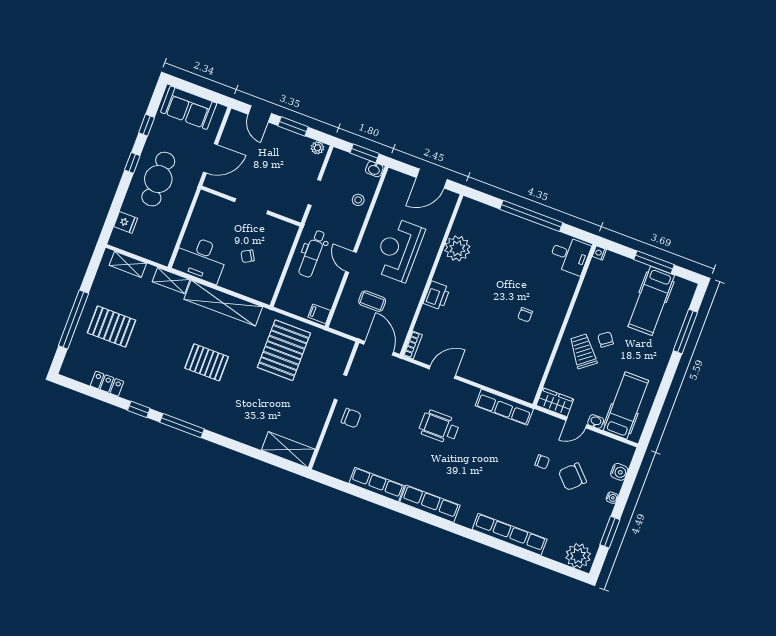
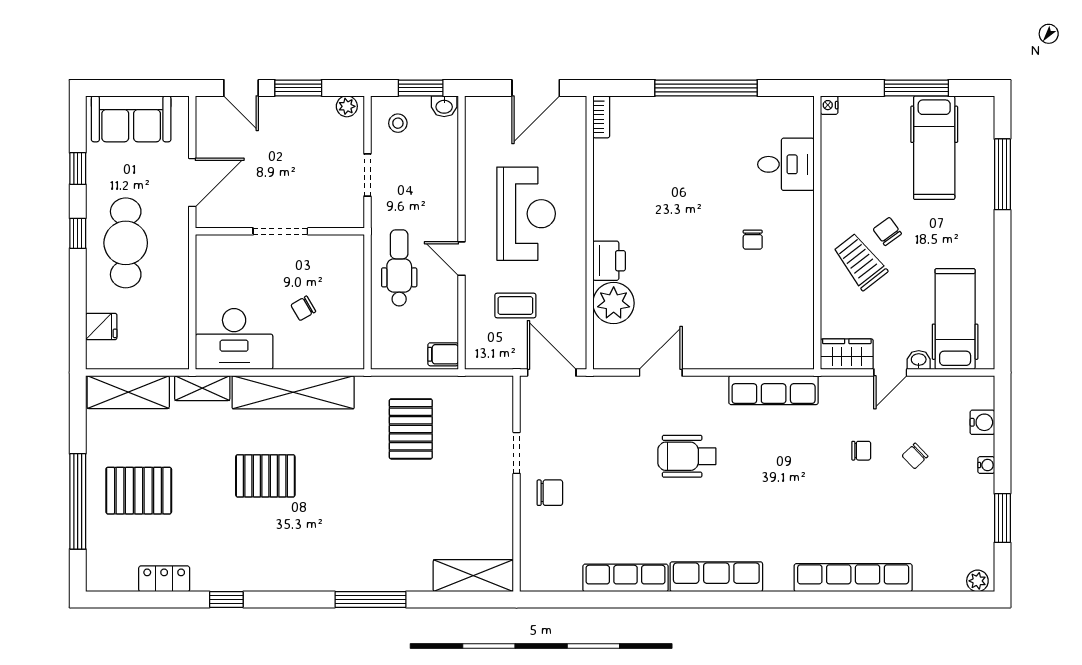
stool: (358, 200) -> (398, 123), moved
plant: (457, 248) -> (614, 303), moved
reception desk: (399, 250) -> (526, 214), turned 180
dental chair: (312, 254) -> (399, 268), turned 180
desk: (570, 255) -> (786, 164), moved
shelving: (128, 264) -> (128, 392), width x1.50, depth x1.33
bookcase: (413, 345) -> (601, 117), moved
pallet: (284, 350) -> (411, 429), width x0.73, depth x0.71
pallet: (207, 362) -> (265, 476), moved
window: (182, 426) -> (370, 600), moved
chair: (572, 477) -> (915, 456), width x0.54, depth x0.54
plant: (578, 556) -> (977, 581), width x0.53, depth x0.53

